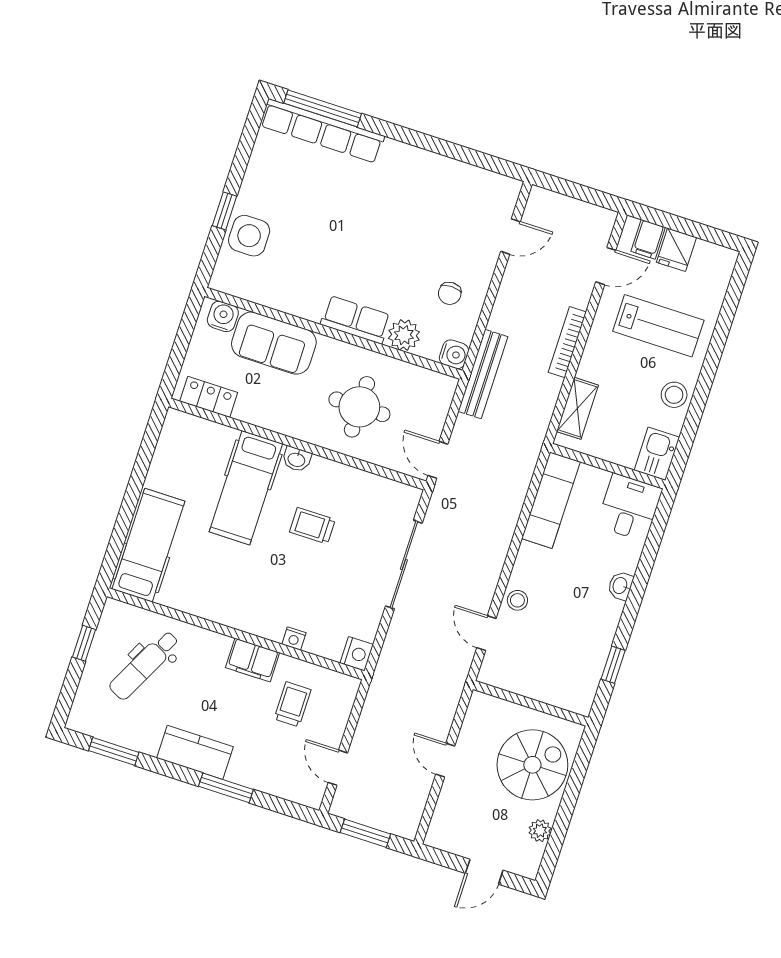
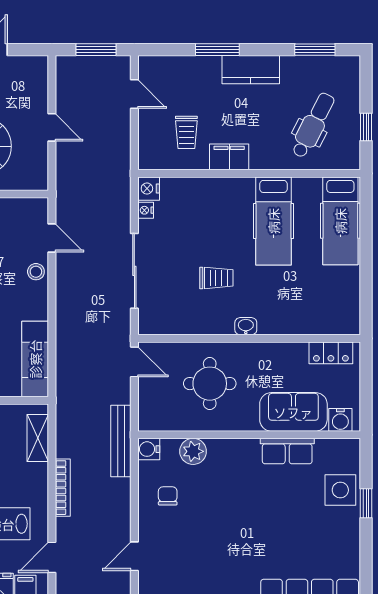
row of seats: (356, 320) -> (287, 451), moved
hospital bed: (246, 488) -> (273, 221), moved, turned 180
nightstand: (294, 639) -> (146, 210), moved, turned -90

